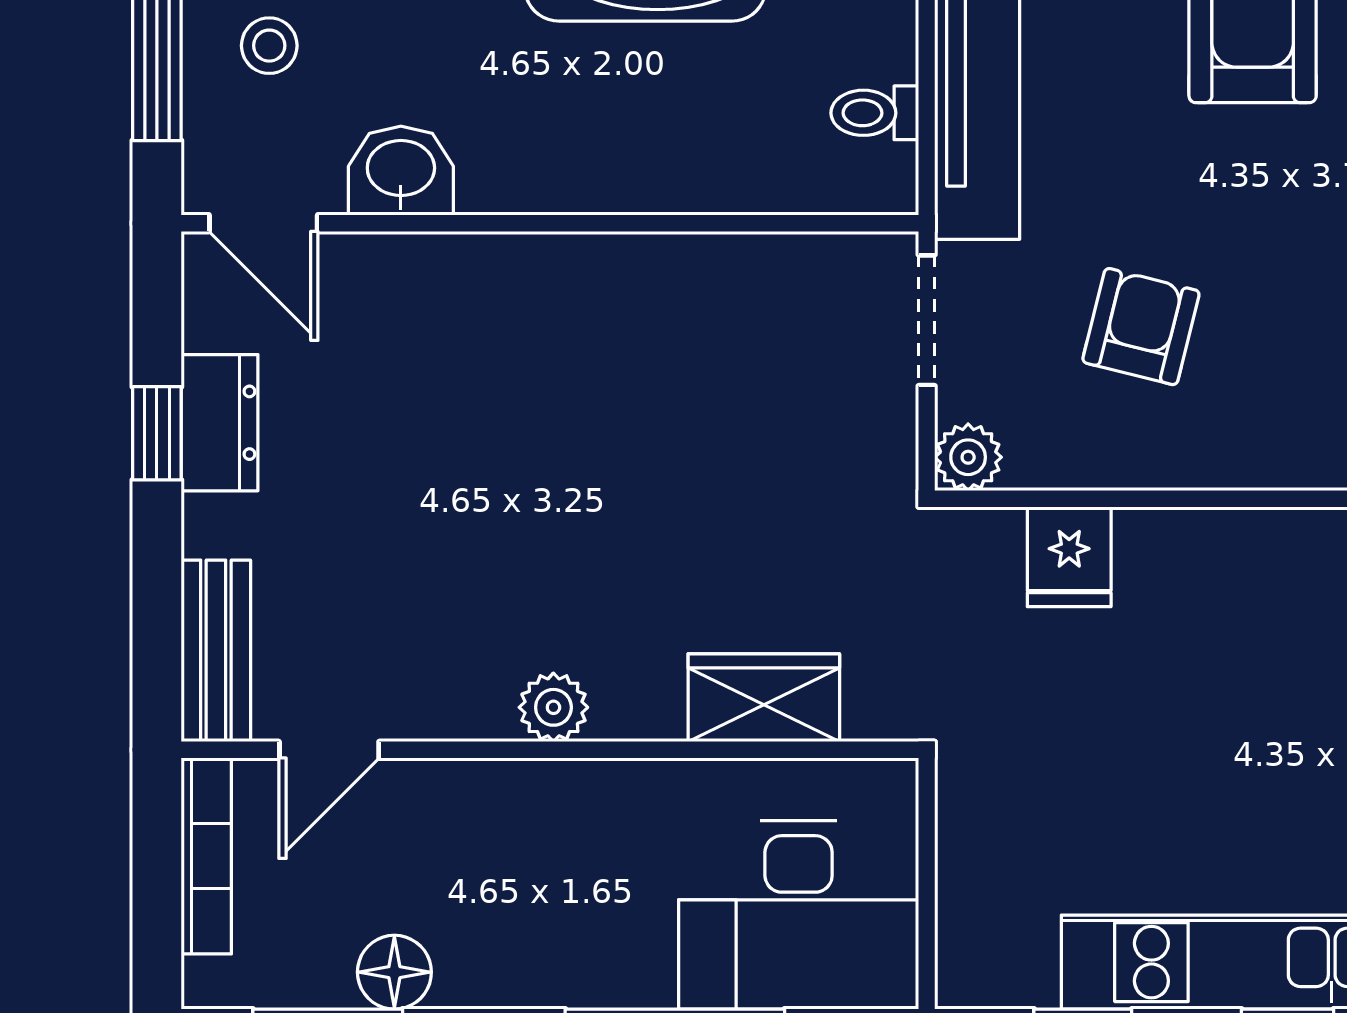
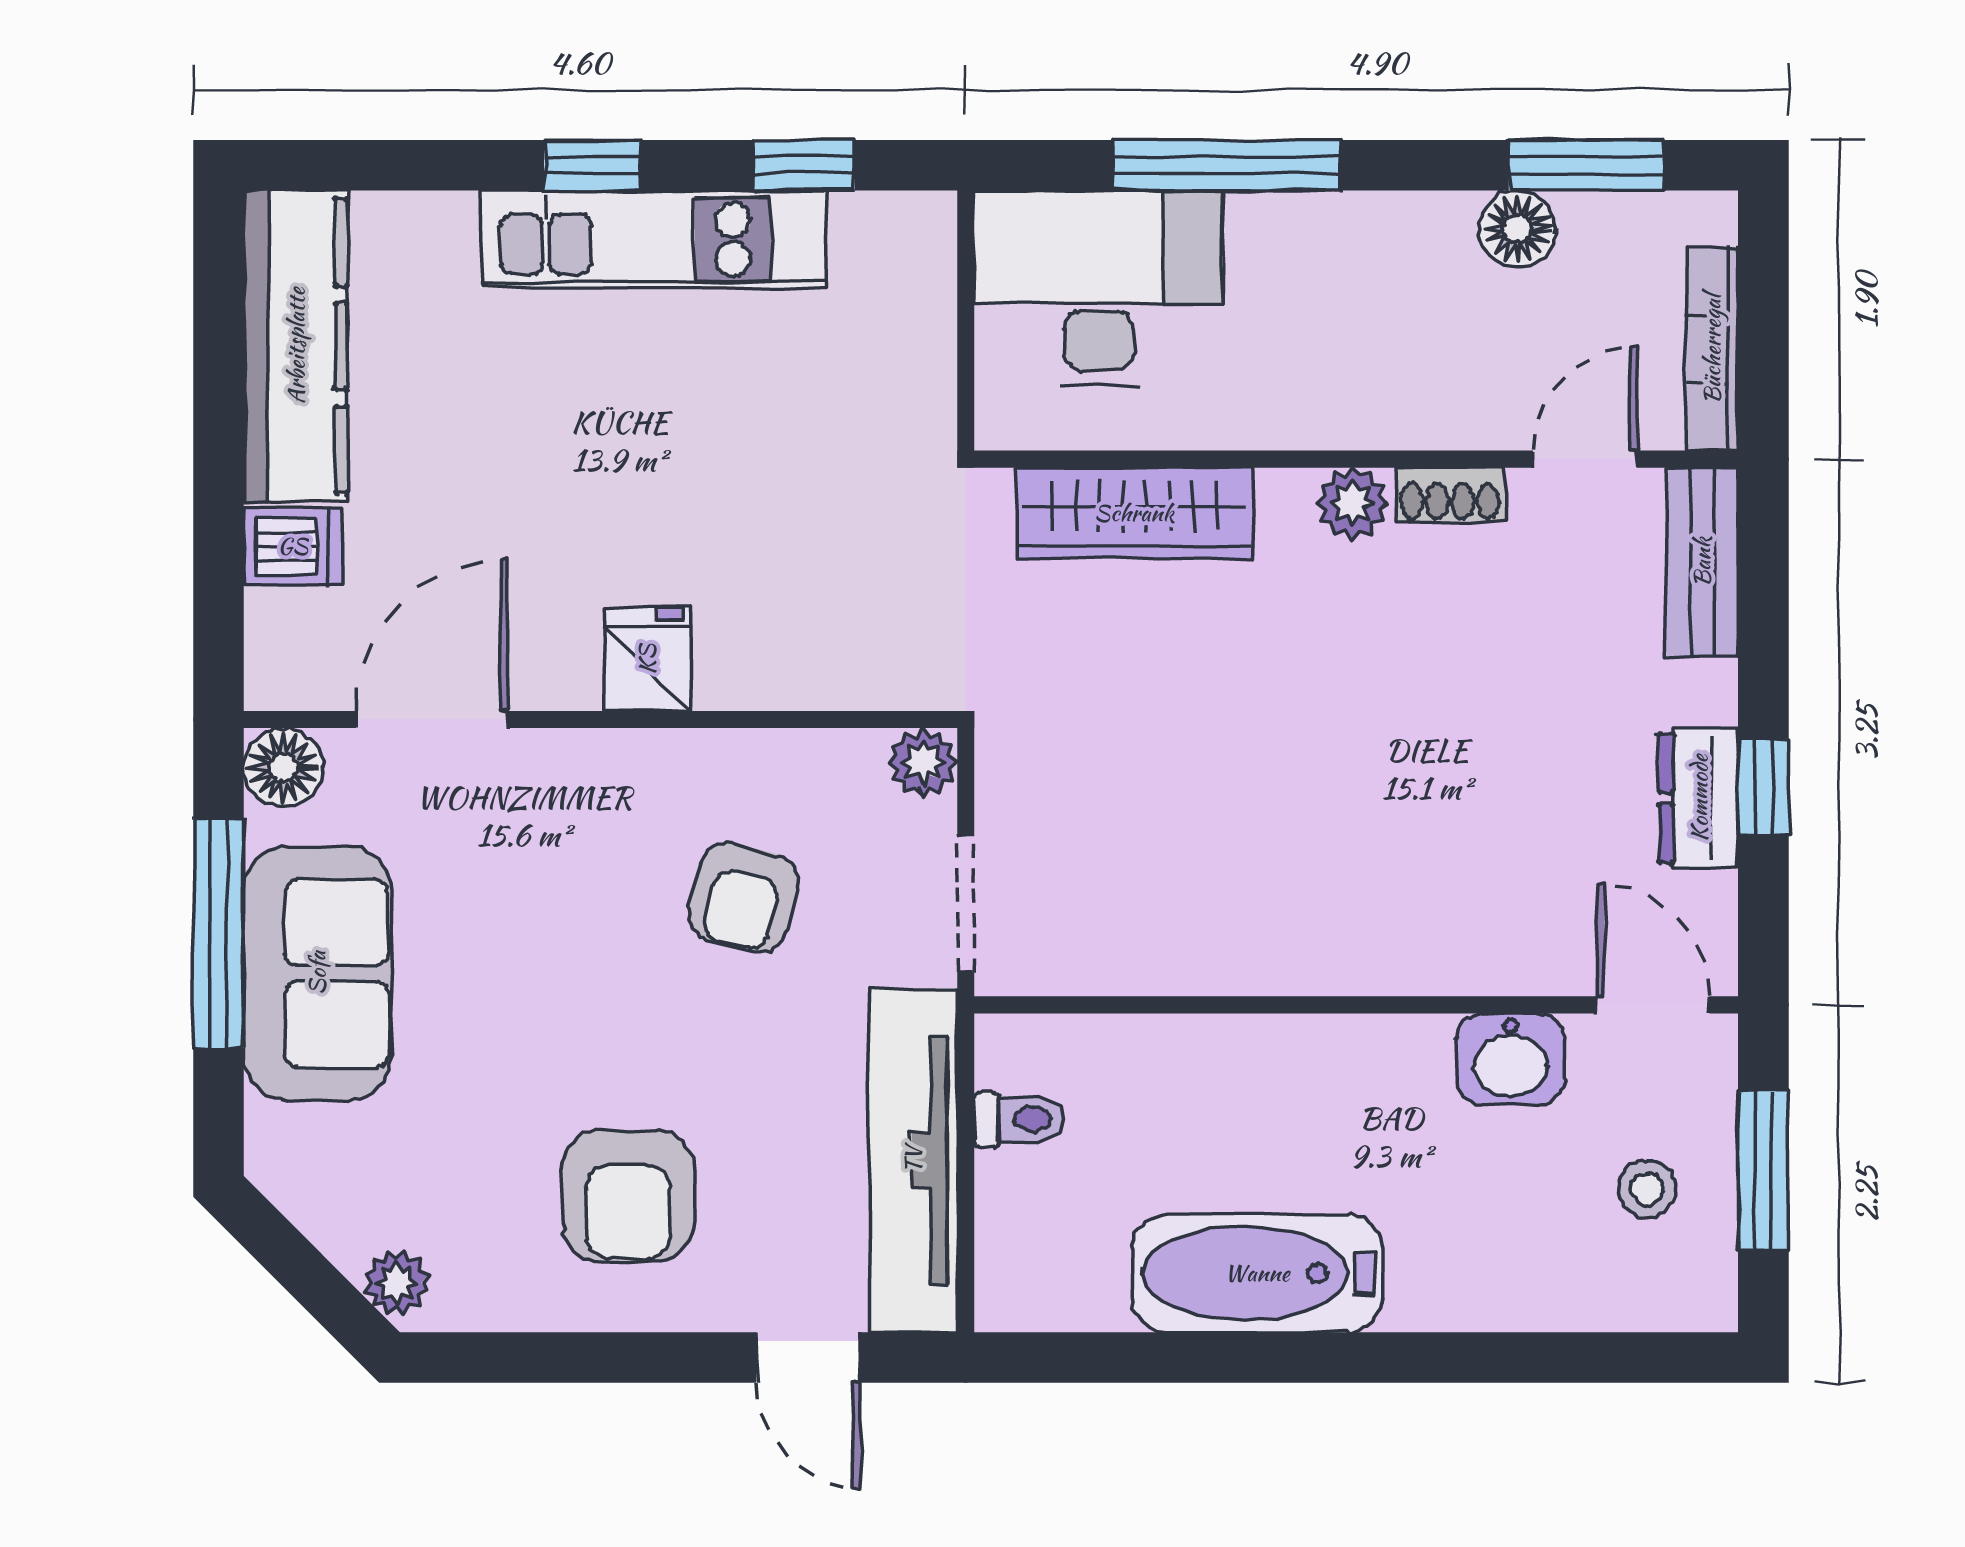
fridge: (1069, 557) -> (647, 659), moved
wardrobe: (764, 698) -> (1134, 513), width x1.50
shoe rack: (459, 716) -> (1450, 494), added

